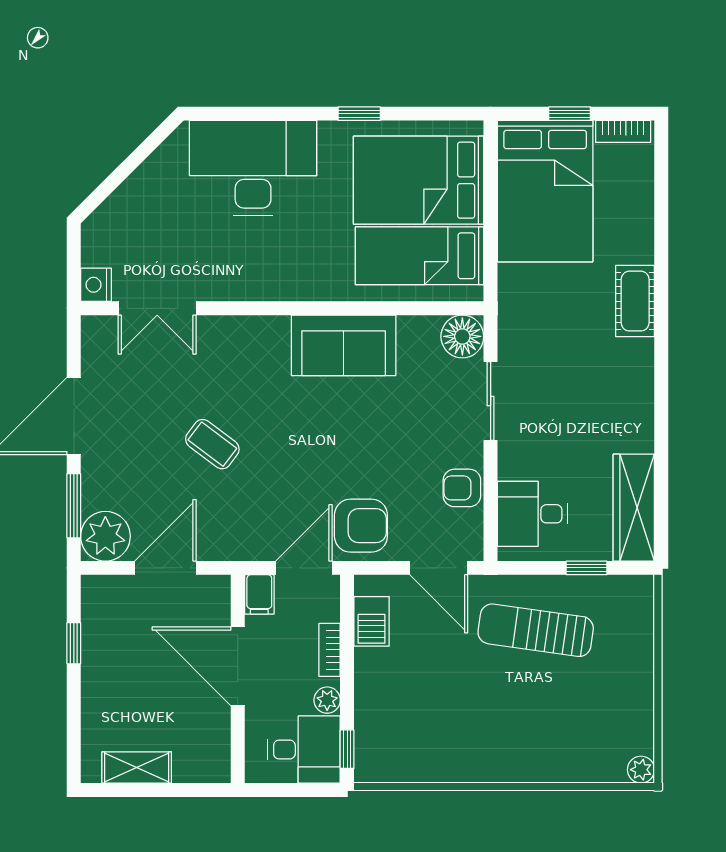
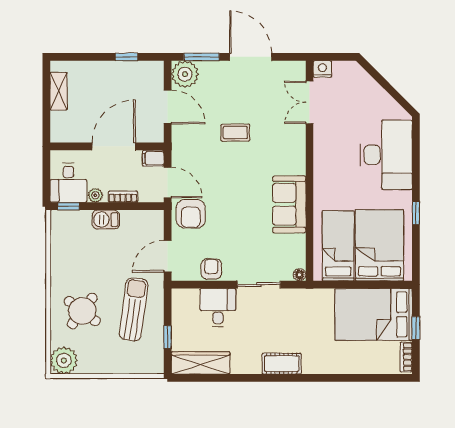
cot: (635, 301) -> (282, 364), moved
floor lamp: (462, 336) -> (300, 275), width x0.53, depth x0.53
coffee table: (212, 444) -> (235, 133), turned 53
desk: (532, 514) -> (218, 307), moved
barbecue: (372, 621) -> (106, 220), moved
round table: (539, 724) -> (82, 311), added
plant: (641, 770) -> (64, 360), width x1.88, depth x1.88

